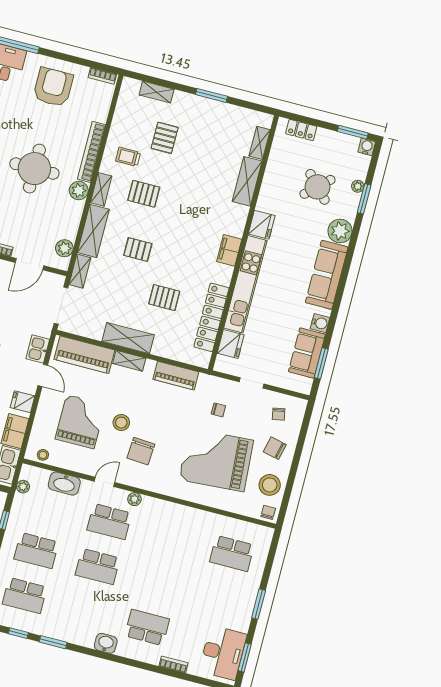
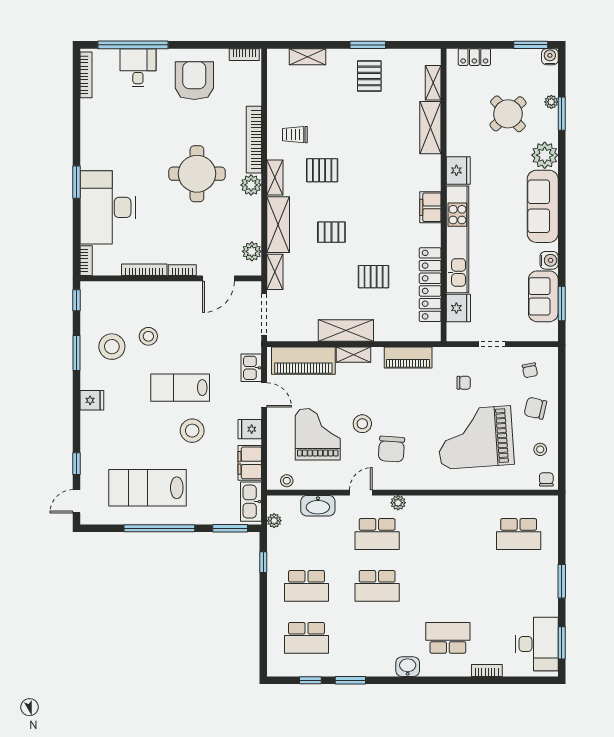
pallet: (165, 138) -> (369, 76), moved
stool: (270, 485) -> (540, 449), width x0.53, depth x0.53

